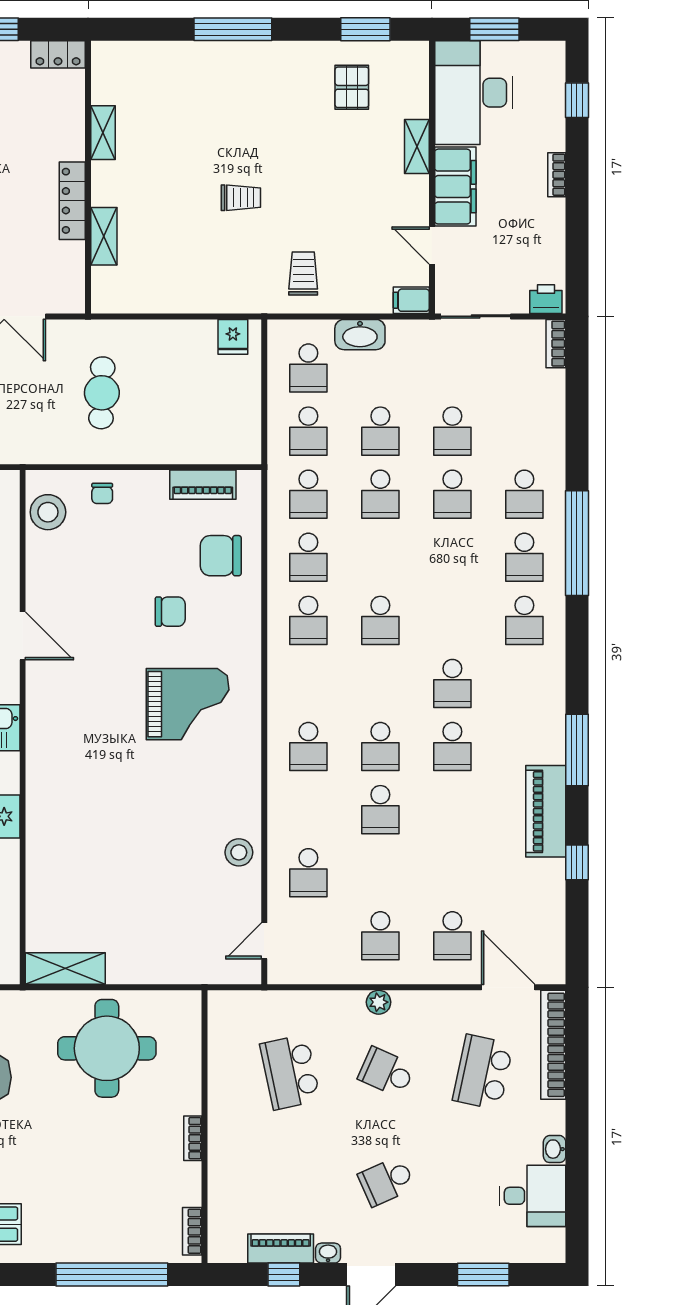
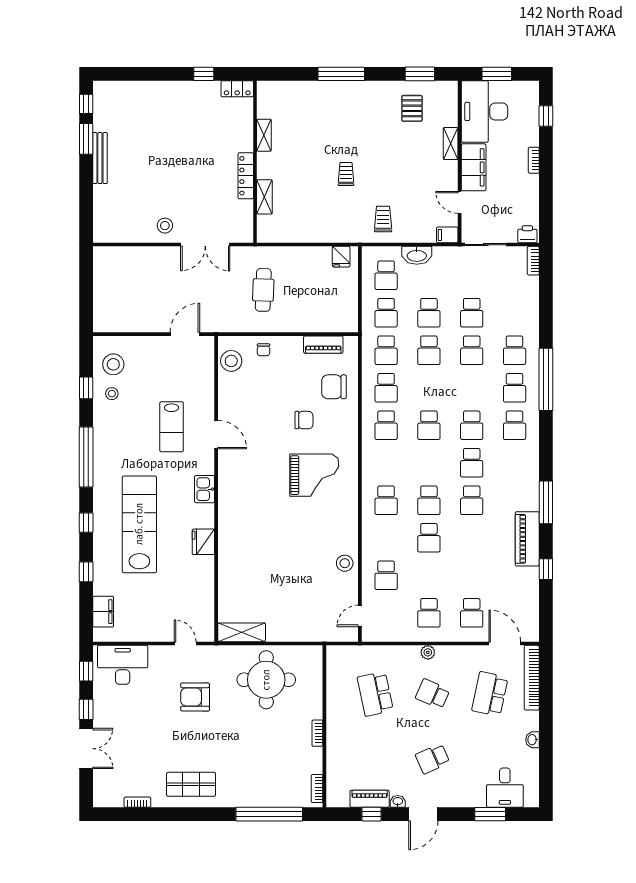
trolley: (241, 198) -> (346, 174), turned -90
school desk: (452, 620) -> (472, 425), added
desk: (532, 1196) -> (505, 788), moved, turned 90

